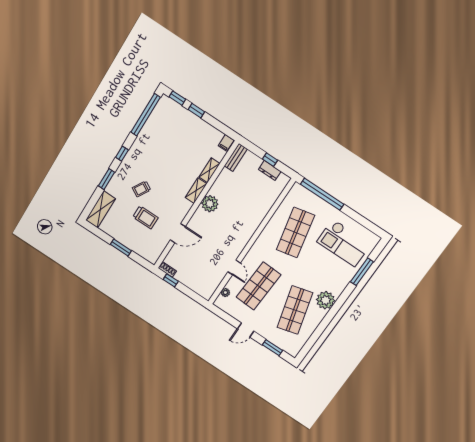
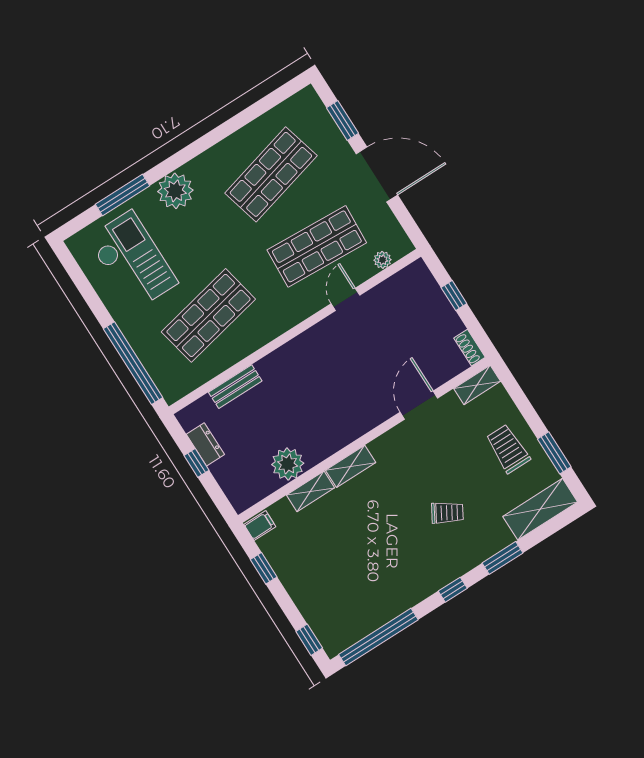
window: (196, 111) -> (264, 568), moved
bench: (236, 157) -> (235, 387), moved
plant: (210, 204) -> (288, 464), moved
trolley: (145, 217) -> (508, 449), moved
door: (178, 233) -> (419, 405), hinge flipped
window: (121, 248) -> (554, 453), moved
shelving: (156, 254) -> (477, 385), added
window: (171, 280) -> (454, 295), moved
plant: (326, 300) -> (175, 191), moved
door: (246, 330) -> (377, 174), width x1.88

